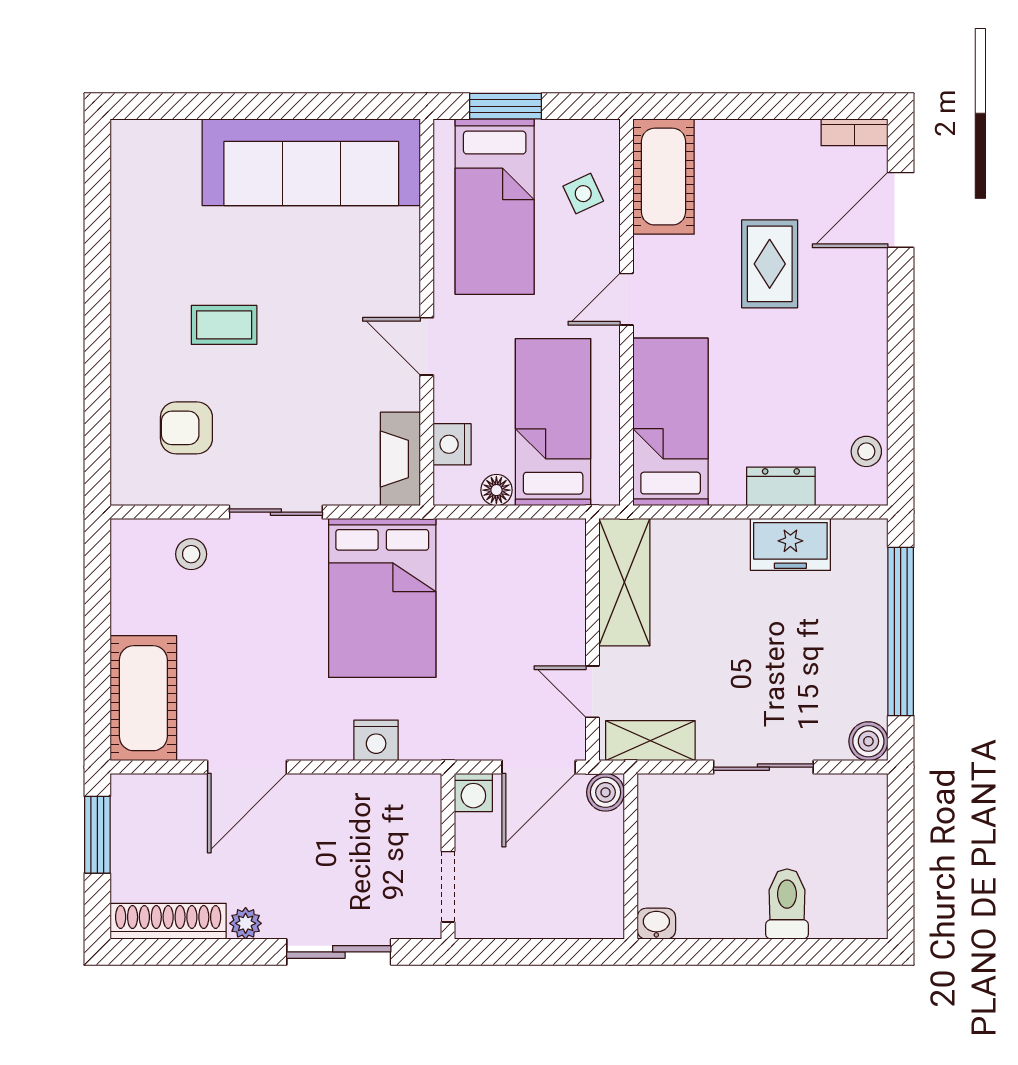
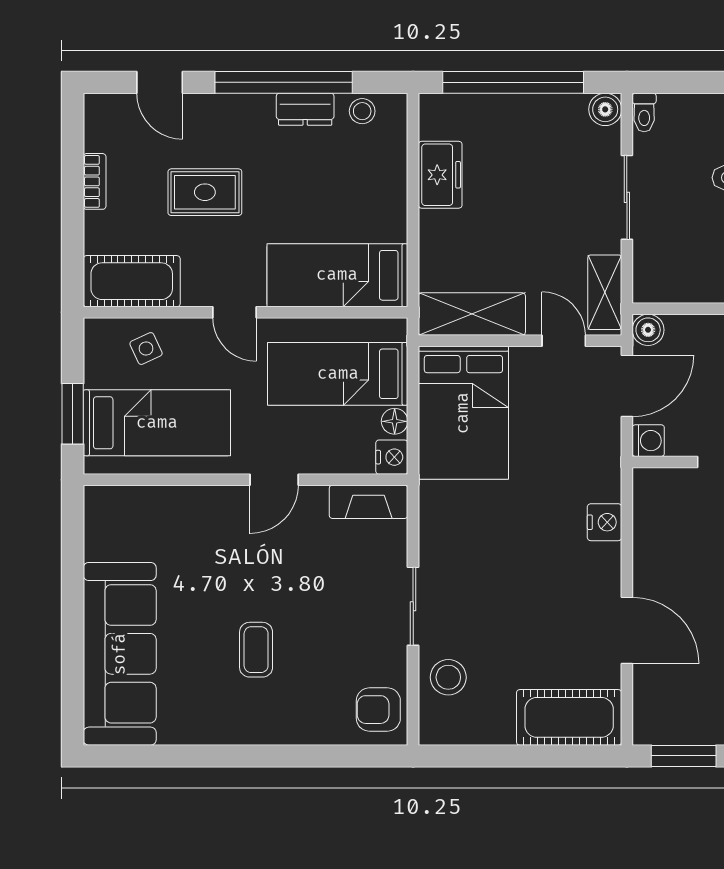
bookcase: (854, 132) -> (95, 181), moved
sofa: (311, 162) -> (120, 654), moved
door: (901, 210) -> (160, 82), width x0.73
window: (901, 358) -> (284, 82), added
armchair: (186, 428) -> (378, 710), moved, turned 90
nightstand: (452, 444) -> (392, 457), moved, turned -90
dresser: (781, 486) -> (305, 109), moved, turned -90
stool: (191, 554) -> (448, 677), width x1.37, depth x1.37
bed: (382, 598) -> (463, 413), moved, turned 90
door: (592, 692) -> (564, 341), swing flipped
door: (539, 767) -> (627, 386), hinge flipped
toilet: (865, 788) -> (644, 112), added

